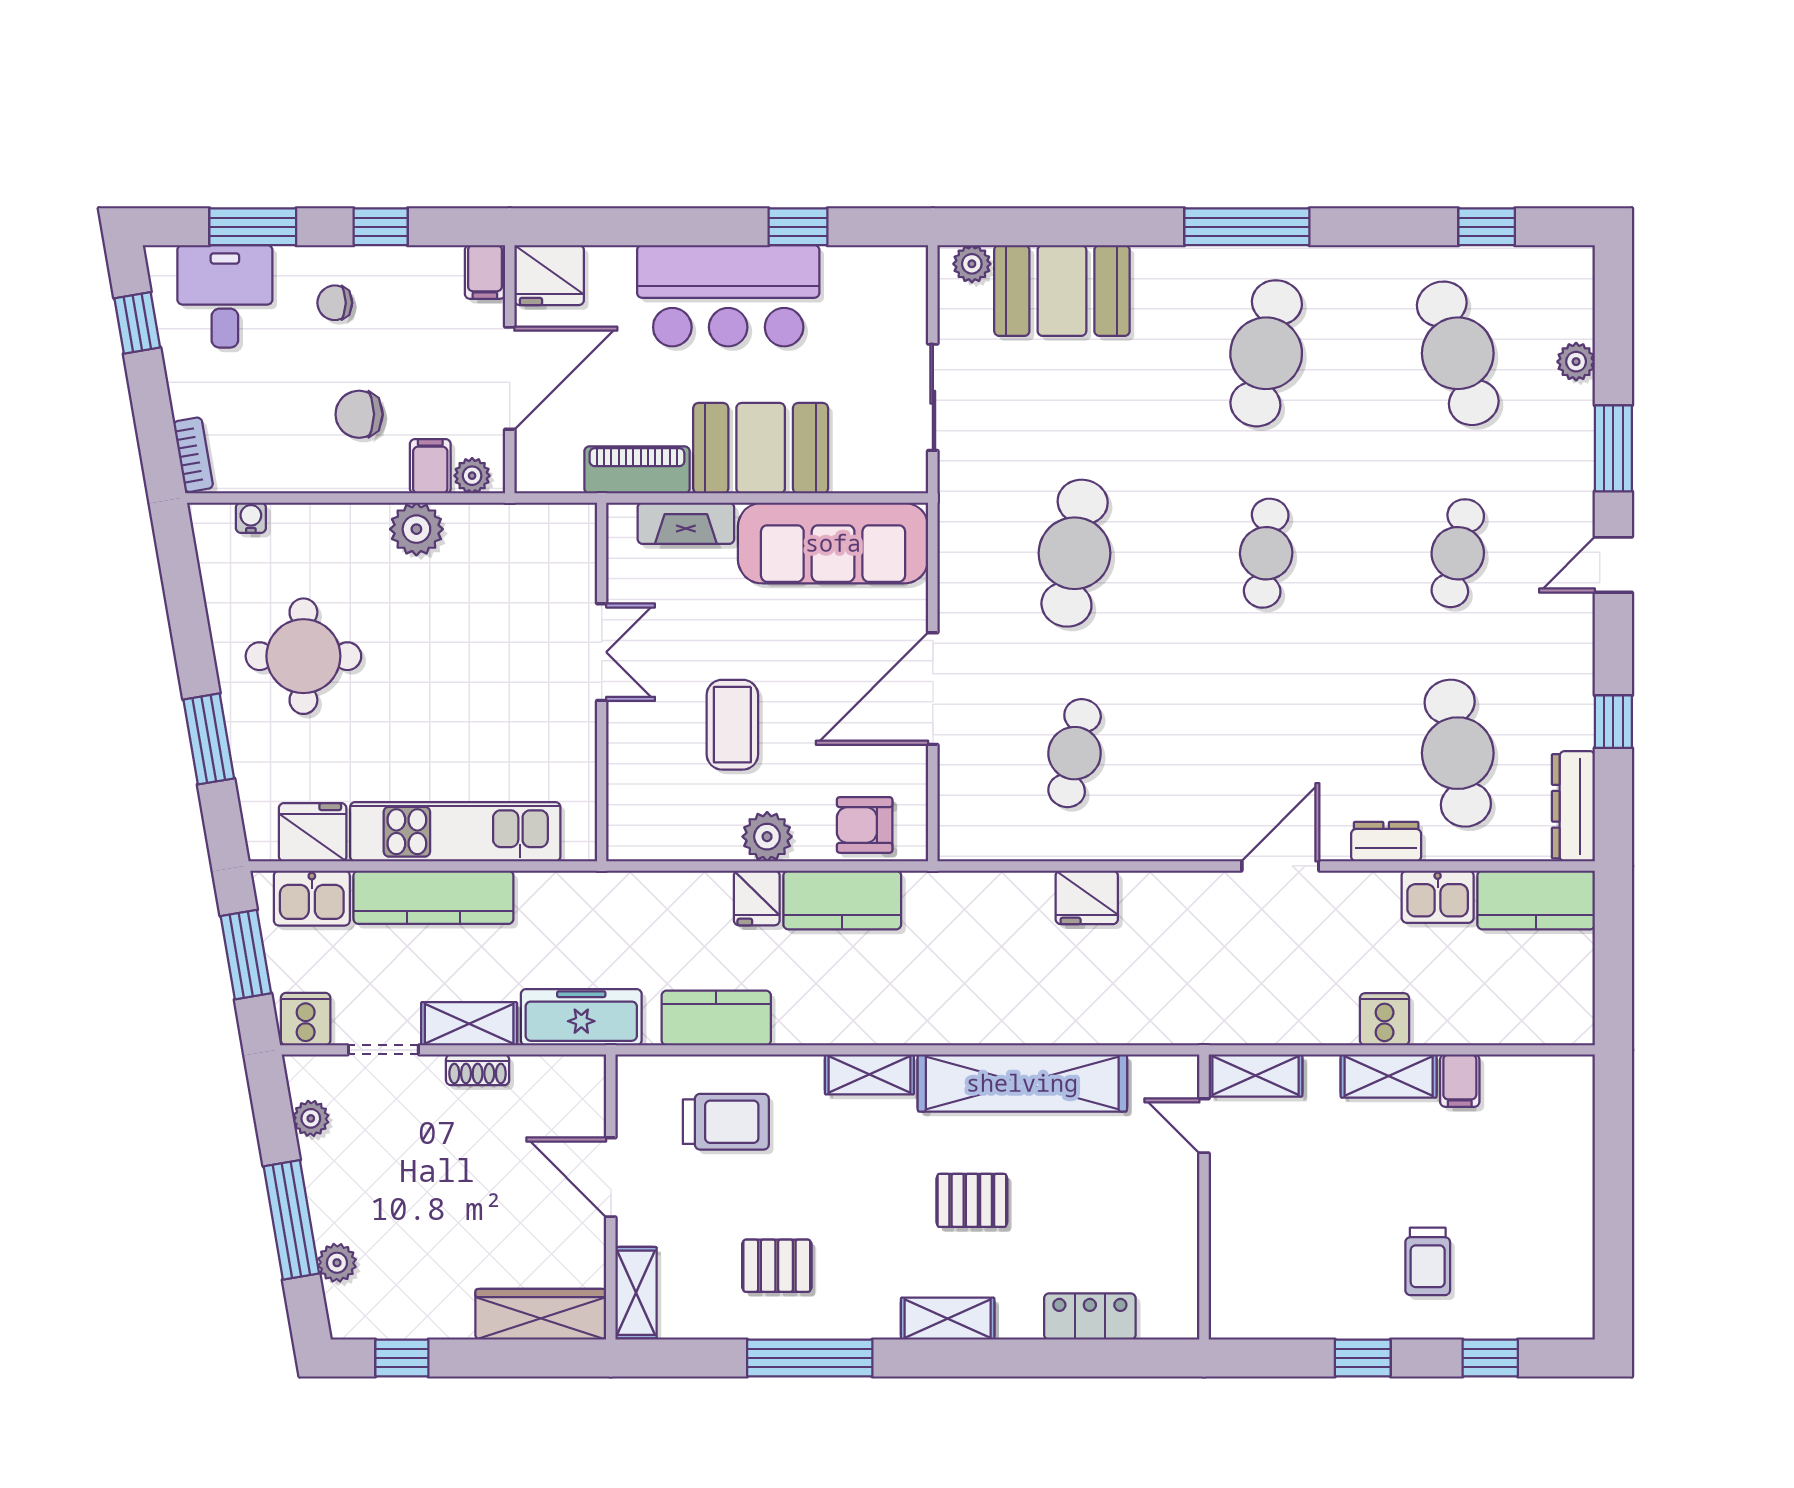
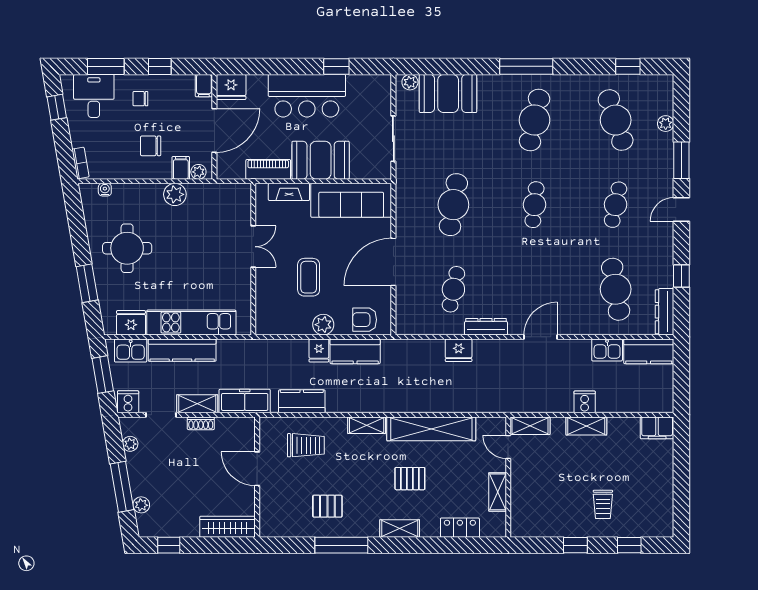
dresser: (1386, 842) -> (486, 327), moved, width x1.44
filing cabinet: (1460, 1081) -> (657, 428), moved, width x2.00
shelving: (636, 1293) -> (498, 492), moved

